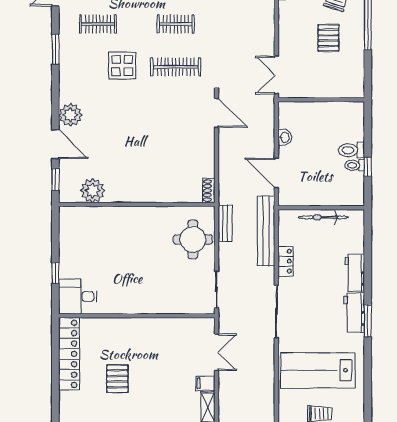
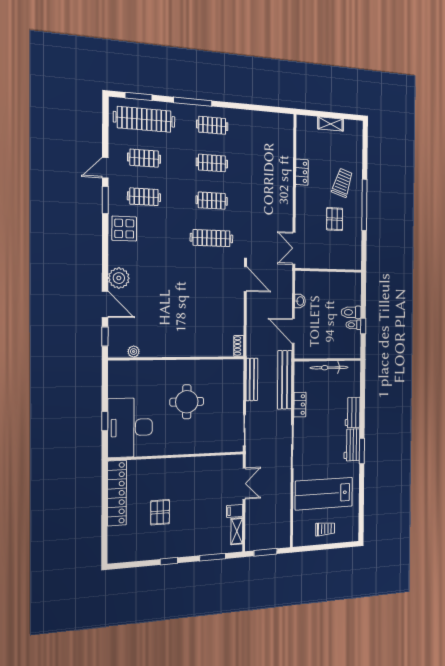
window: (55, 49) -> (105, 200), moved
display table: (122, 65) -> (124, 229), moved
plant: (93, 191) -> (134, 352), width x0.53, depth x0.53
bench: (225, 223) -> (252, 379), width x1.36
round table: (193, 239) -> (187, 402), moved
desk: (78, 297) -> (130, 428), width x1.87, depth x1.30

